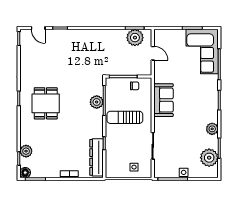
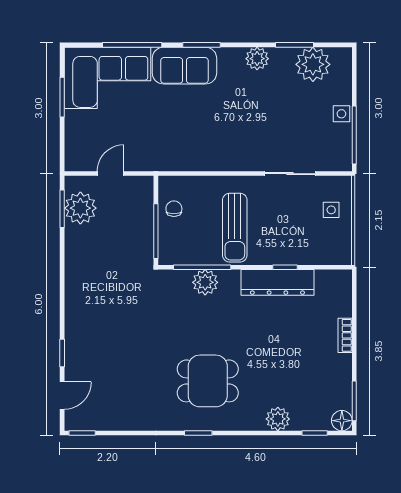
sofa: (163, 100) -> (184, 66), moved, turned 180
plant: (26, 151) -> (278, 419), moved
dresser: (97, 157) -> (277, 282), moved

